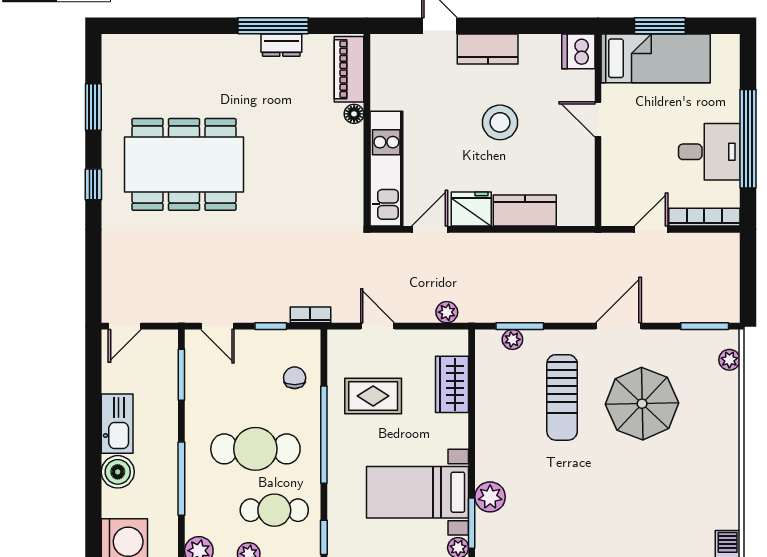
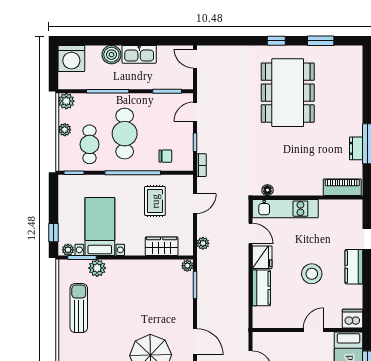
floor lamp: (354, 114) -> (267, 190), moved
plant: (512, 339) -> (187, 266), moved
sun lounger: (562, 397) -> (79, 308), moved, turned 90

